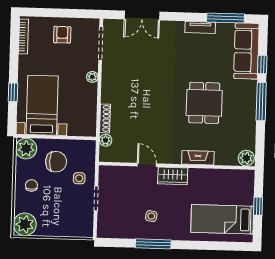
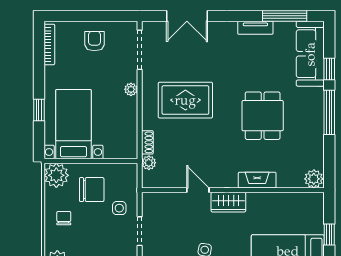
rug: (138, 87) -> (185, 100), added
shoe rack: (105, 118) -> (147, 142), width x0.70

